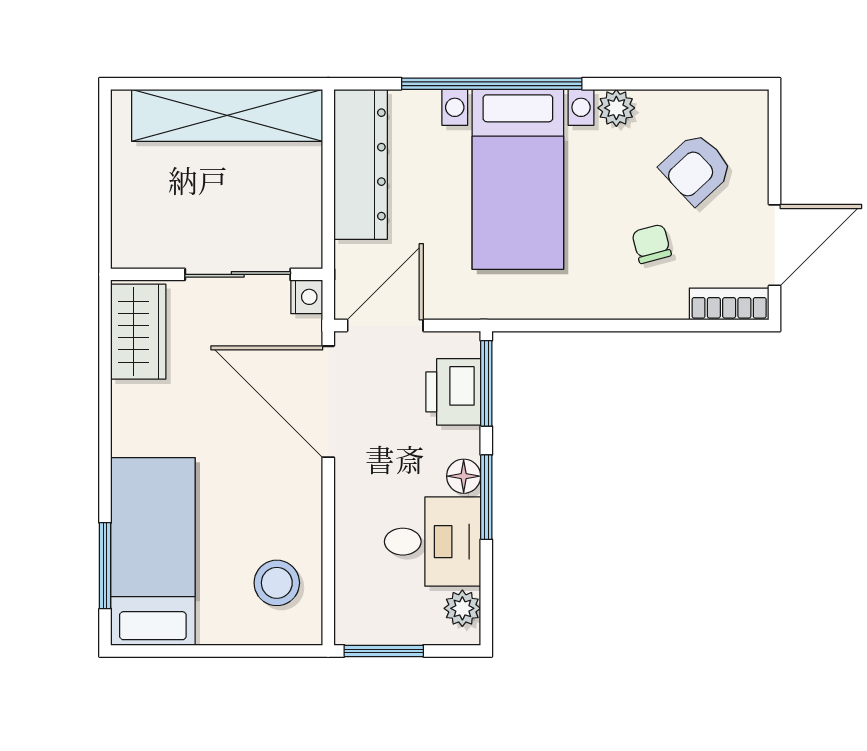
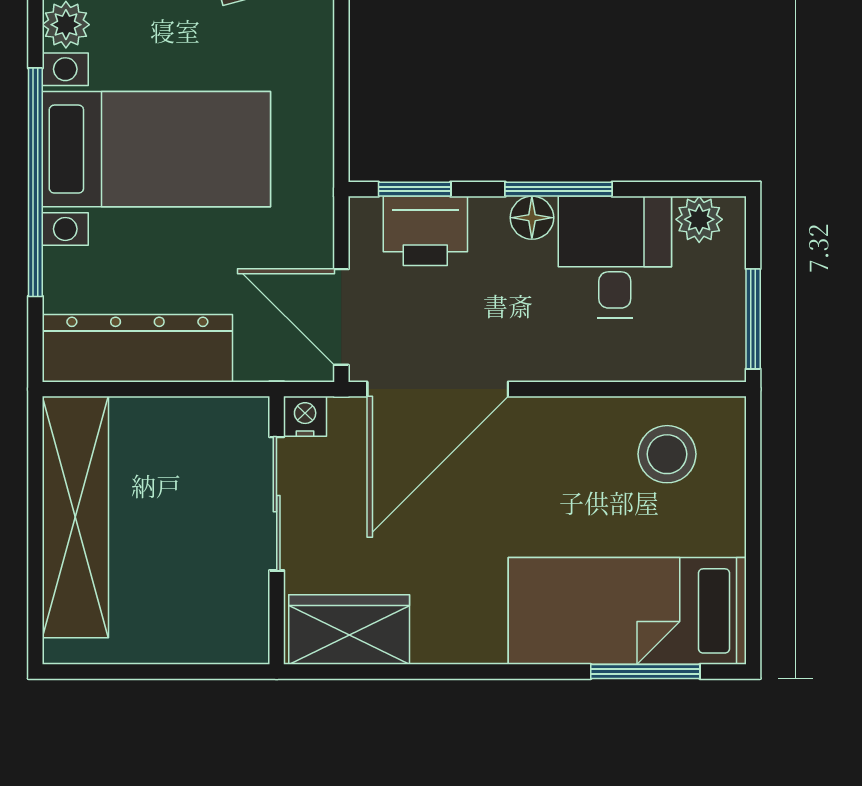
window: (486, 383) -> (415, 189), width x0.67

